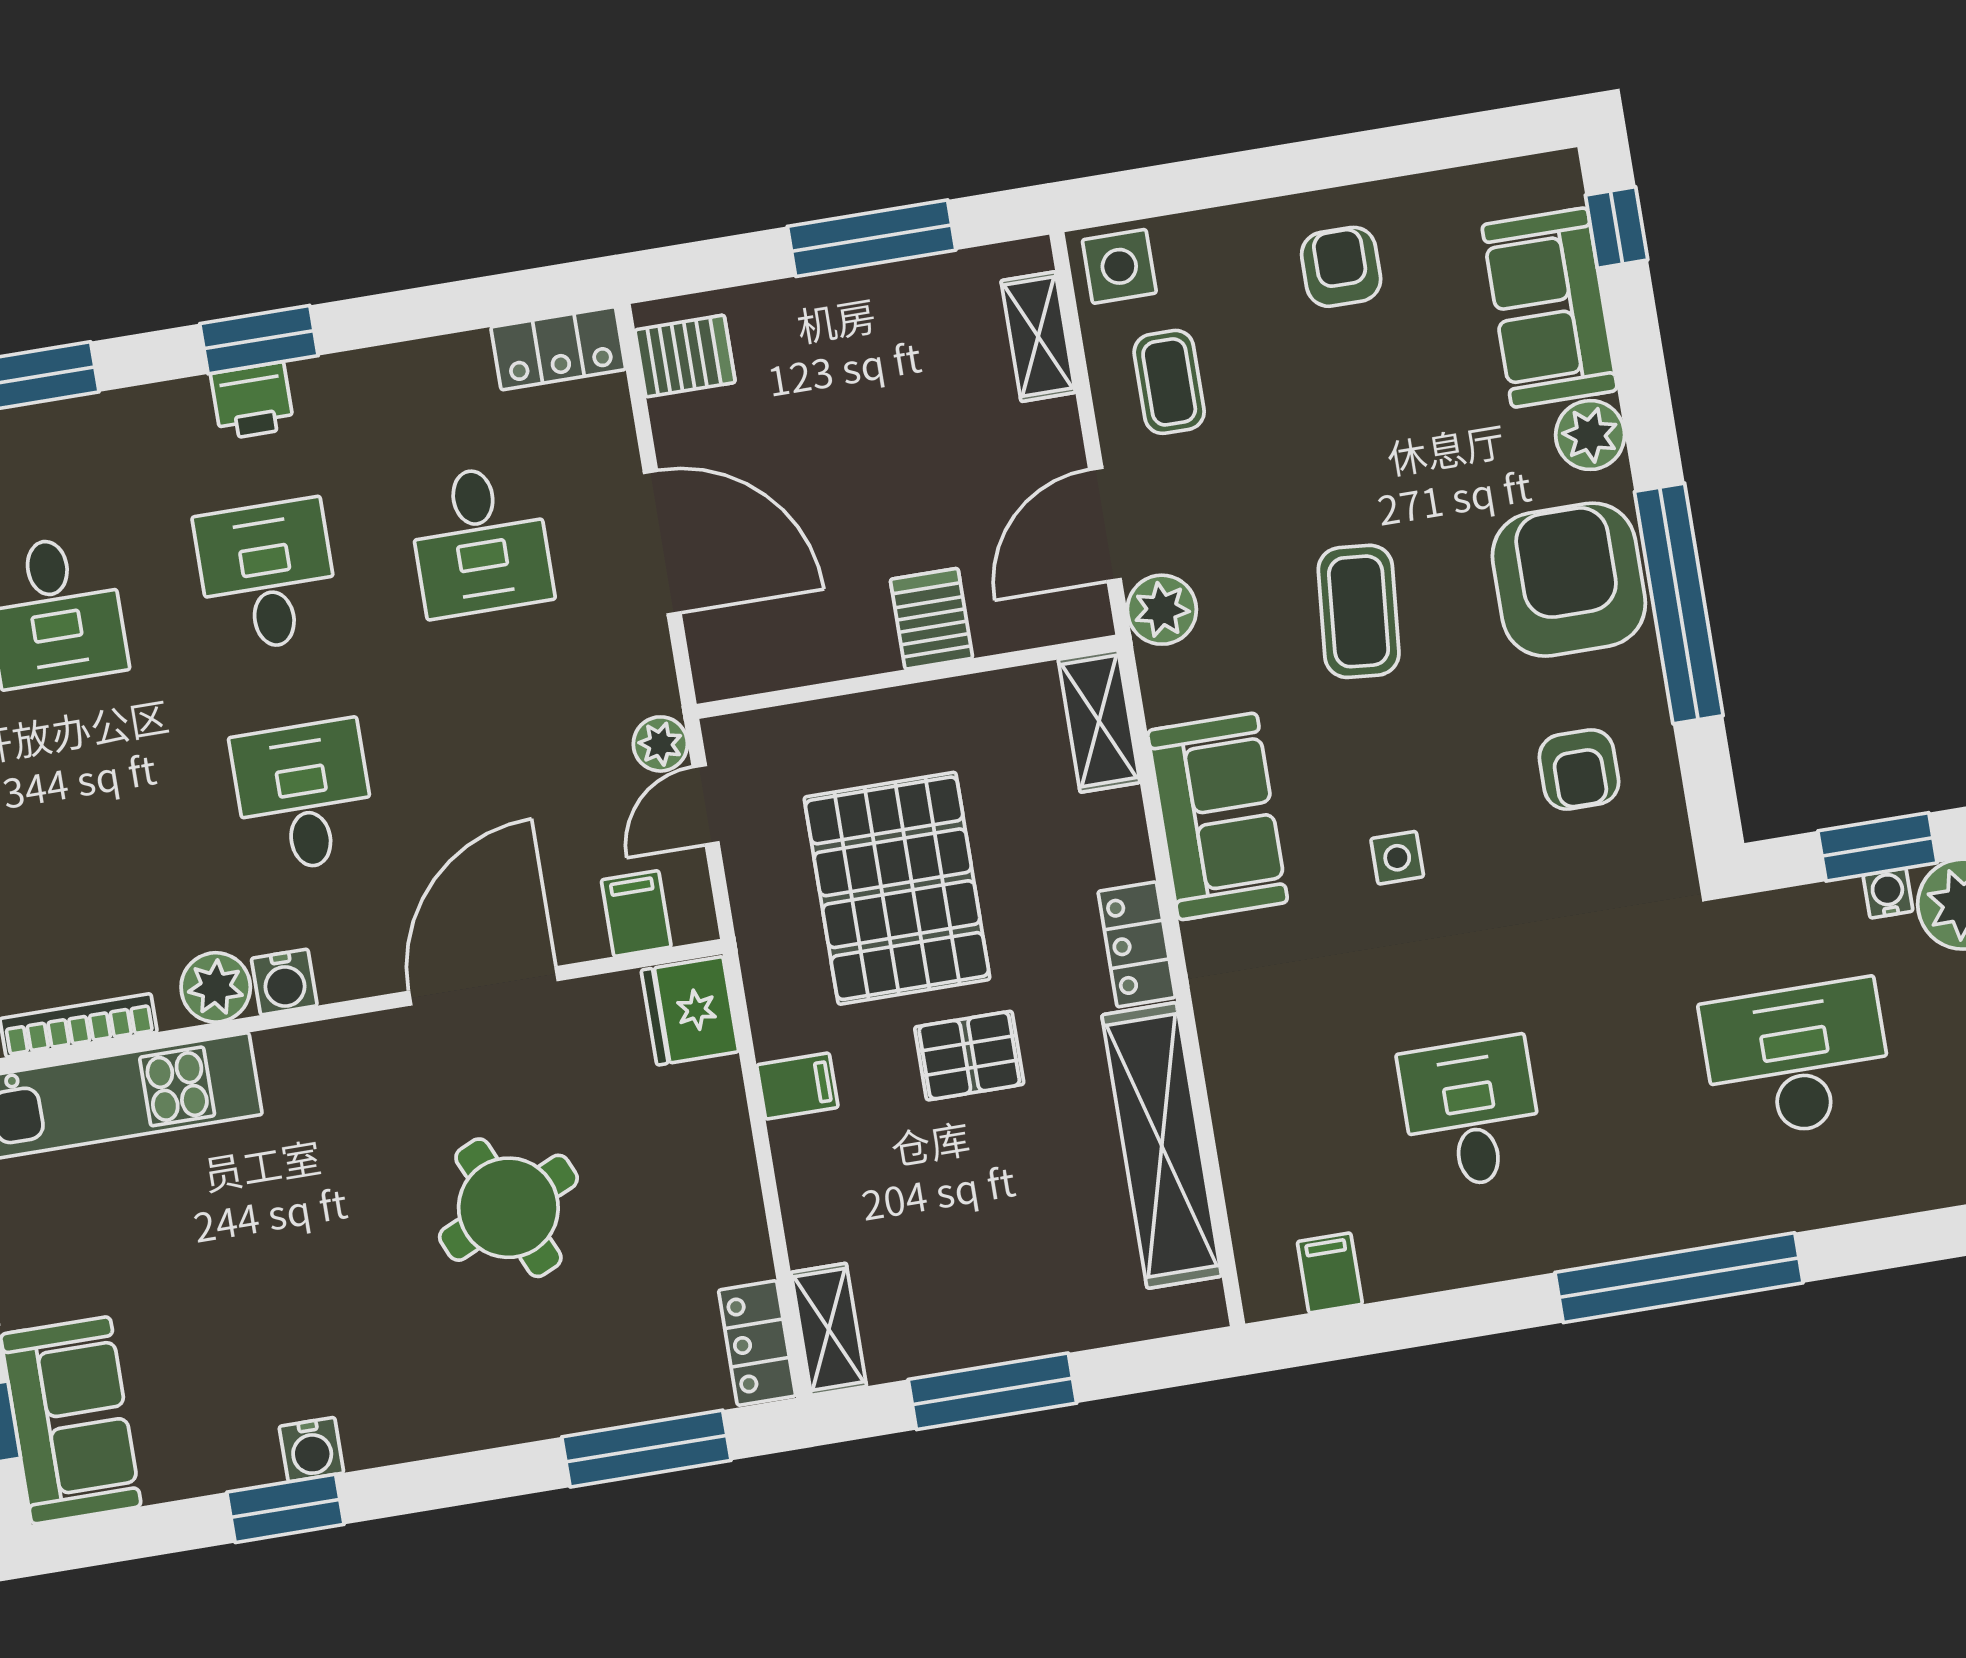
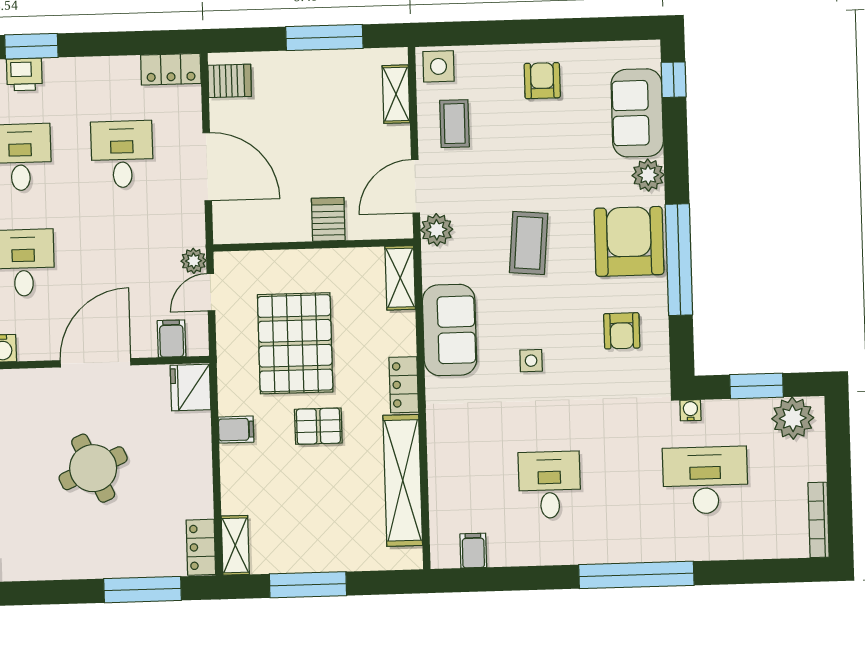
desk: (480, 540) -> (122, 154), turned 180
water cooler: (1888, 893) -> (690, 410), moved

